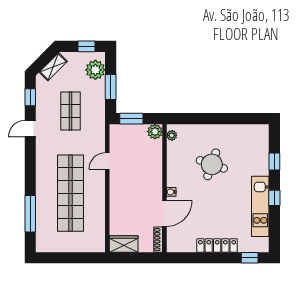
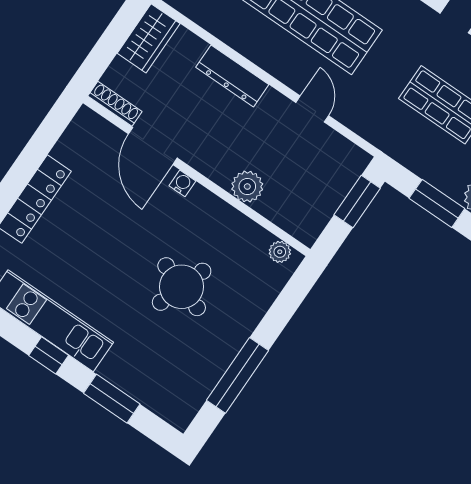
window: (231, 119) -> (238, 375), added
plant: (155, 132) -> (247, 187), moved
window: (274, 162) -> (112, 399), width x1.50
dresser: (116, 201) -> (232, 76), added

